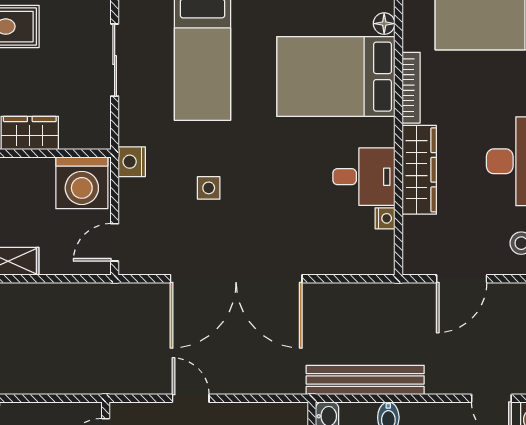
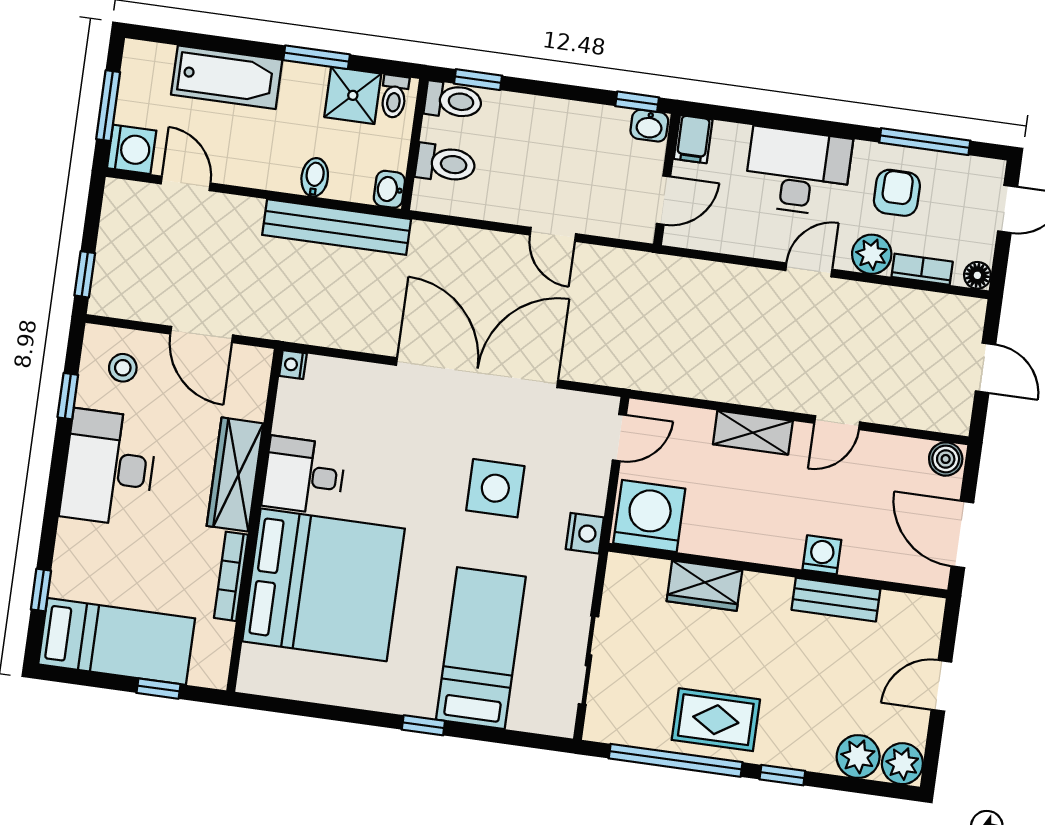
floor lamp: (384, 24) -> (253, 659), removed
bed: (336, 77) -> (324, 585), width x1.36
side table: (209, 188) -> (495, 488), width x1.87, depth x1.87
nightstand: (385, 218) -> (293, 365), moved
door: (462, 279) -> (202, 334), swing flipped

